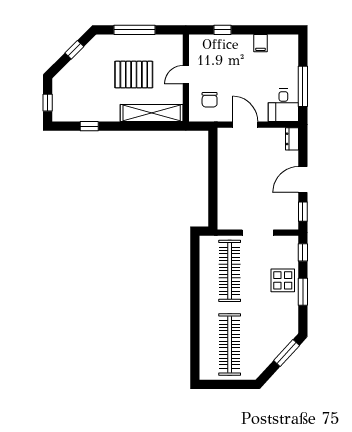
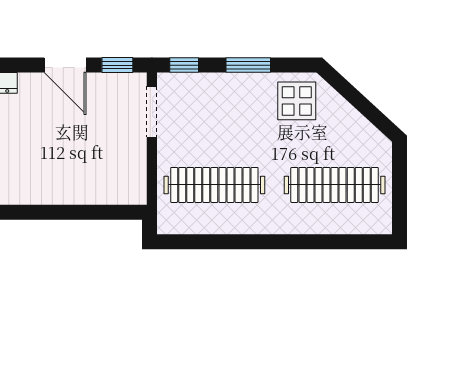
doorway: (258, 233) -> (152, 112), moved
display table: (283, 280) -> (297, 101), moved
window: (287, 353) -> (348, 92), removed

